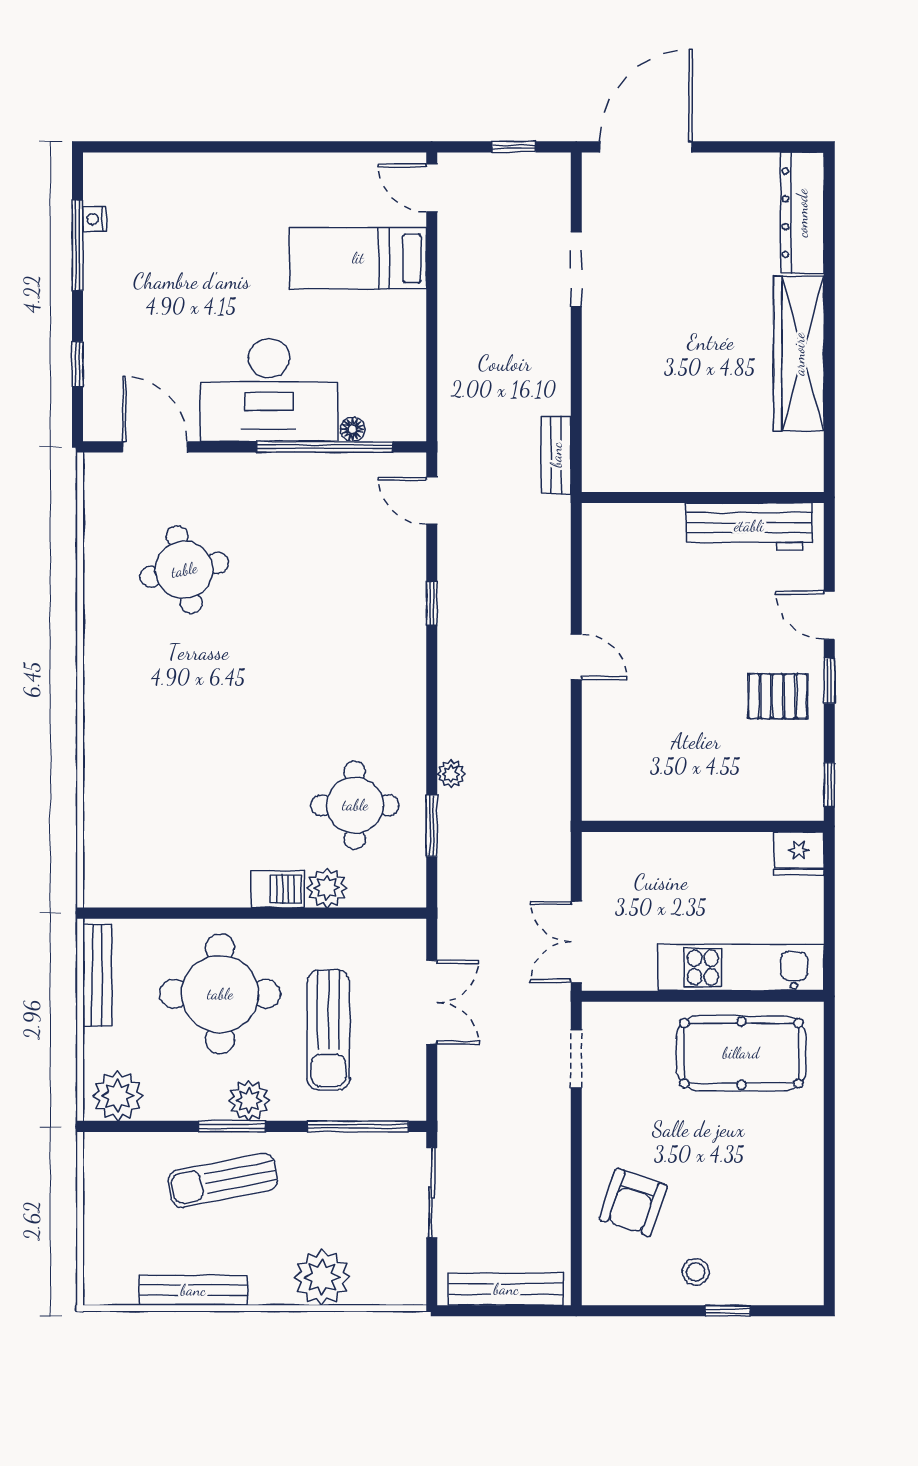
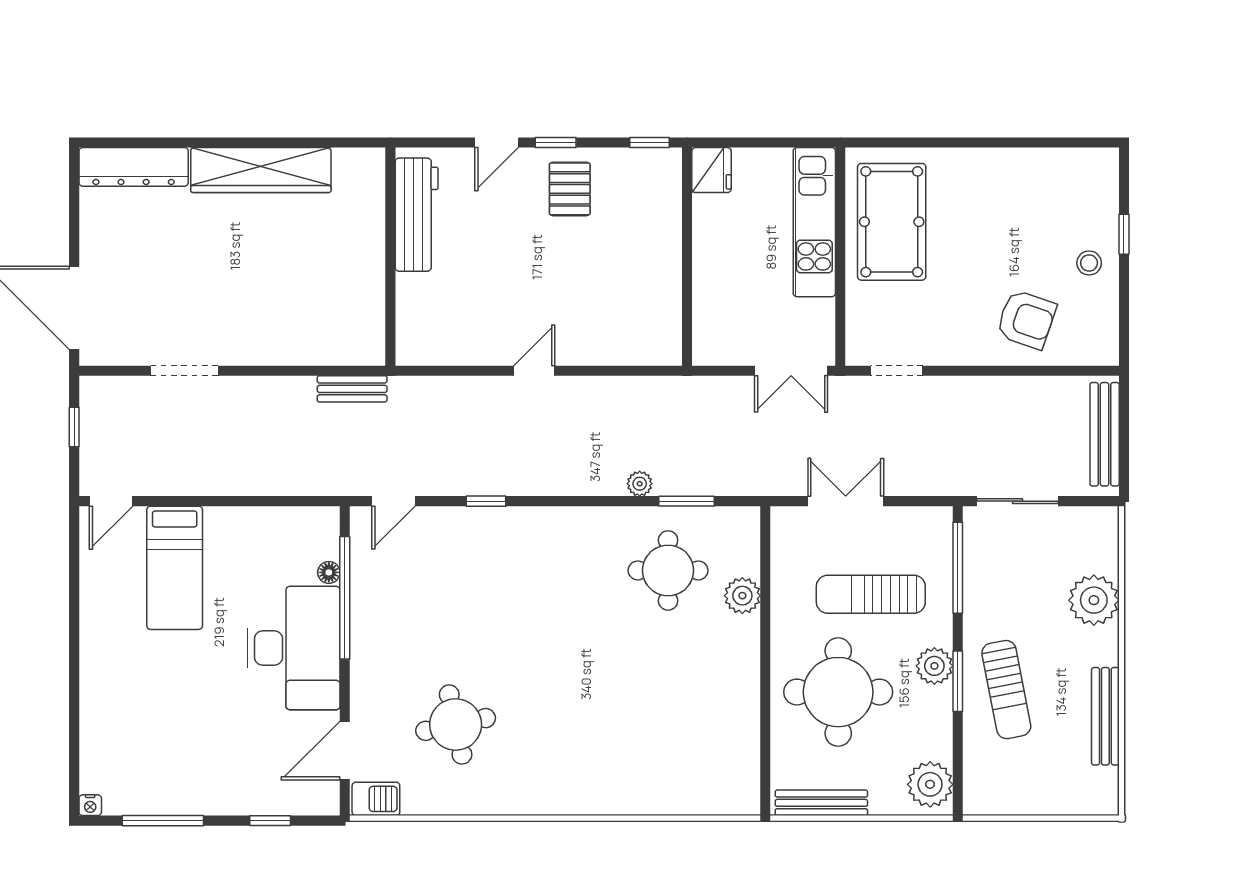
nightstand: (95, 219) -> (90, 805), moved
barbecue: (278, 889) -> (376, 799), moved, turned 90
sun lounger: (328, 1030) -> (871, 594), turned 180

